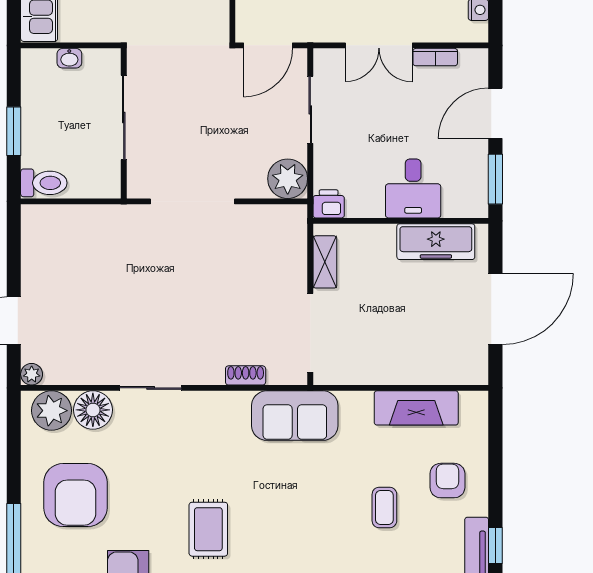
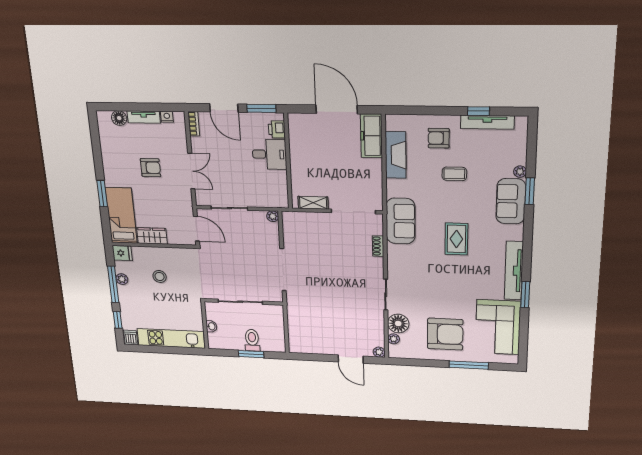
bookcase: (435, 57) -> (194, 124), moved
plant: (288, 179) -> (273, 216), width x0.53, depth x0.53
toilet: (44, 183) -> (252, 340), moved
printer: (329, 204) -> (277, 129), moved
freezer: (436, 242) -> (371, 136), moved, turned 180
plant: (52, 411) -> (394, 339), width x0.53, depth x0.53
rug: (208, 529) -> (456, 239), moved, turned 90

